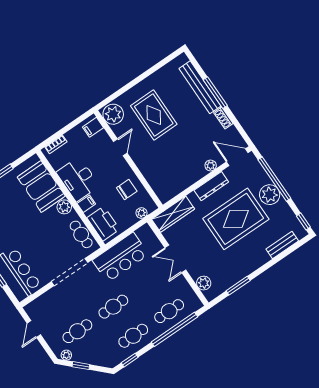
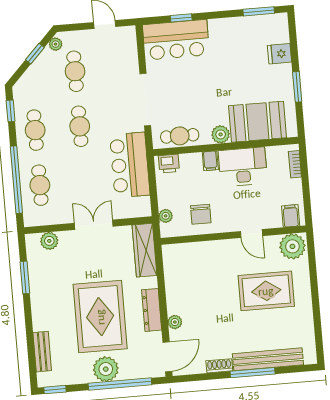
printer: (103, 224) -> (169, 164), width x0.53, depth x0.68

